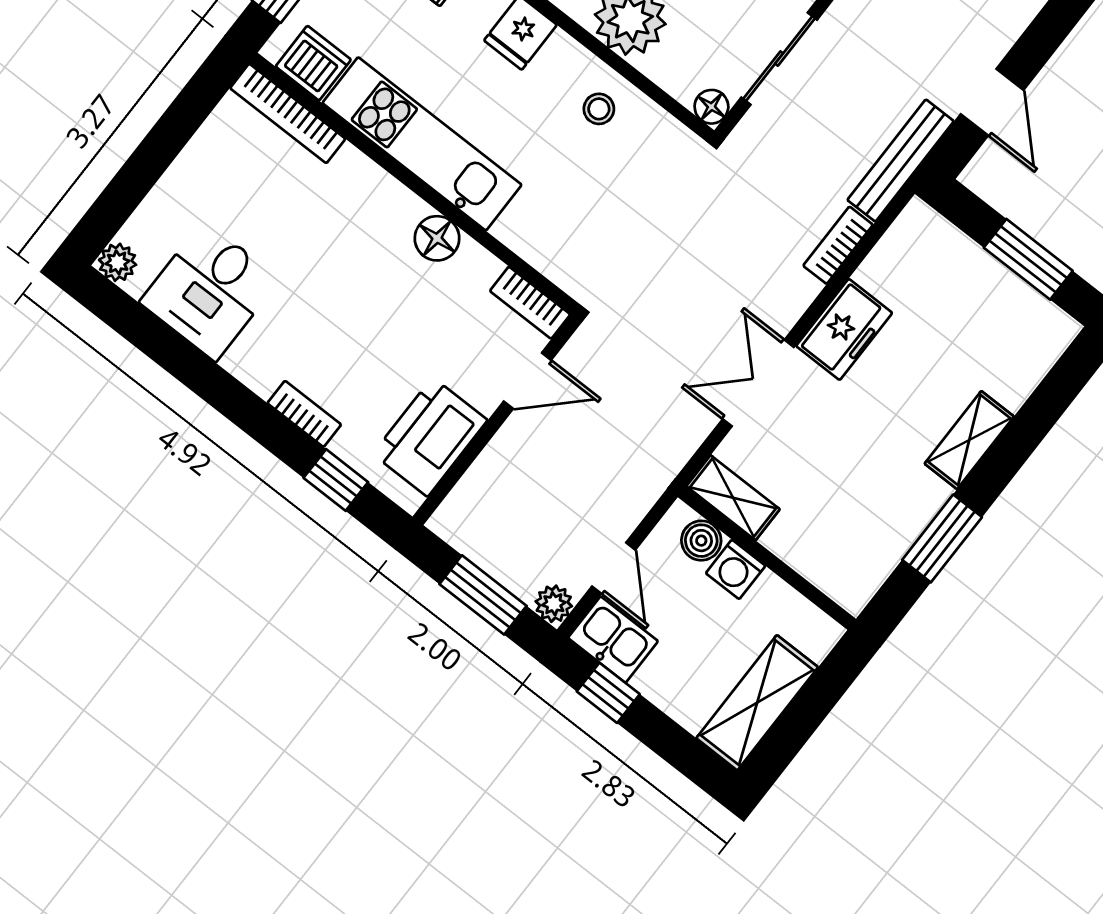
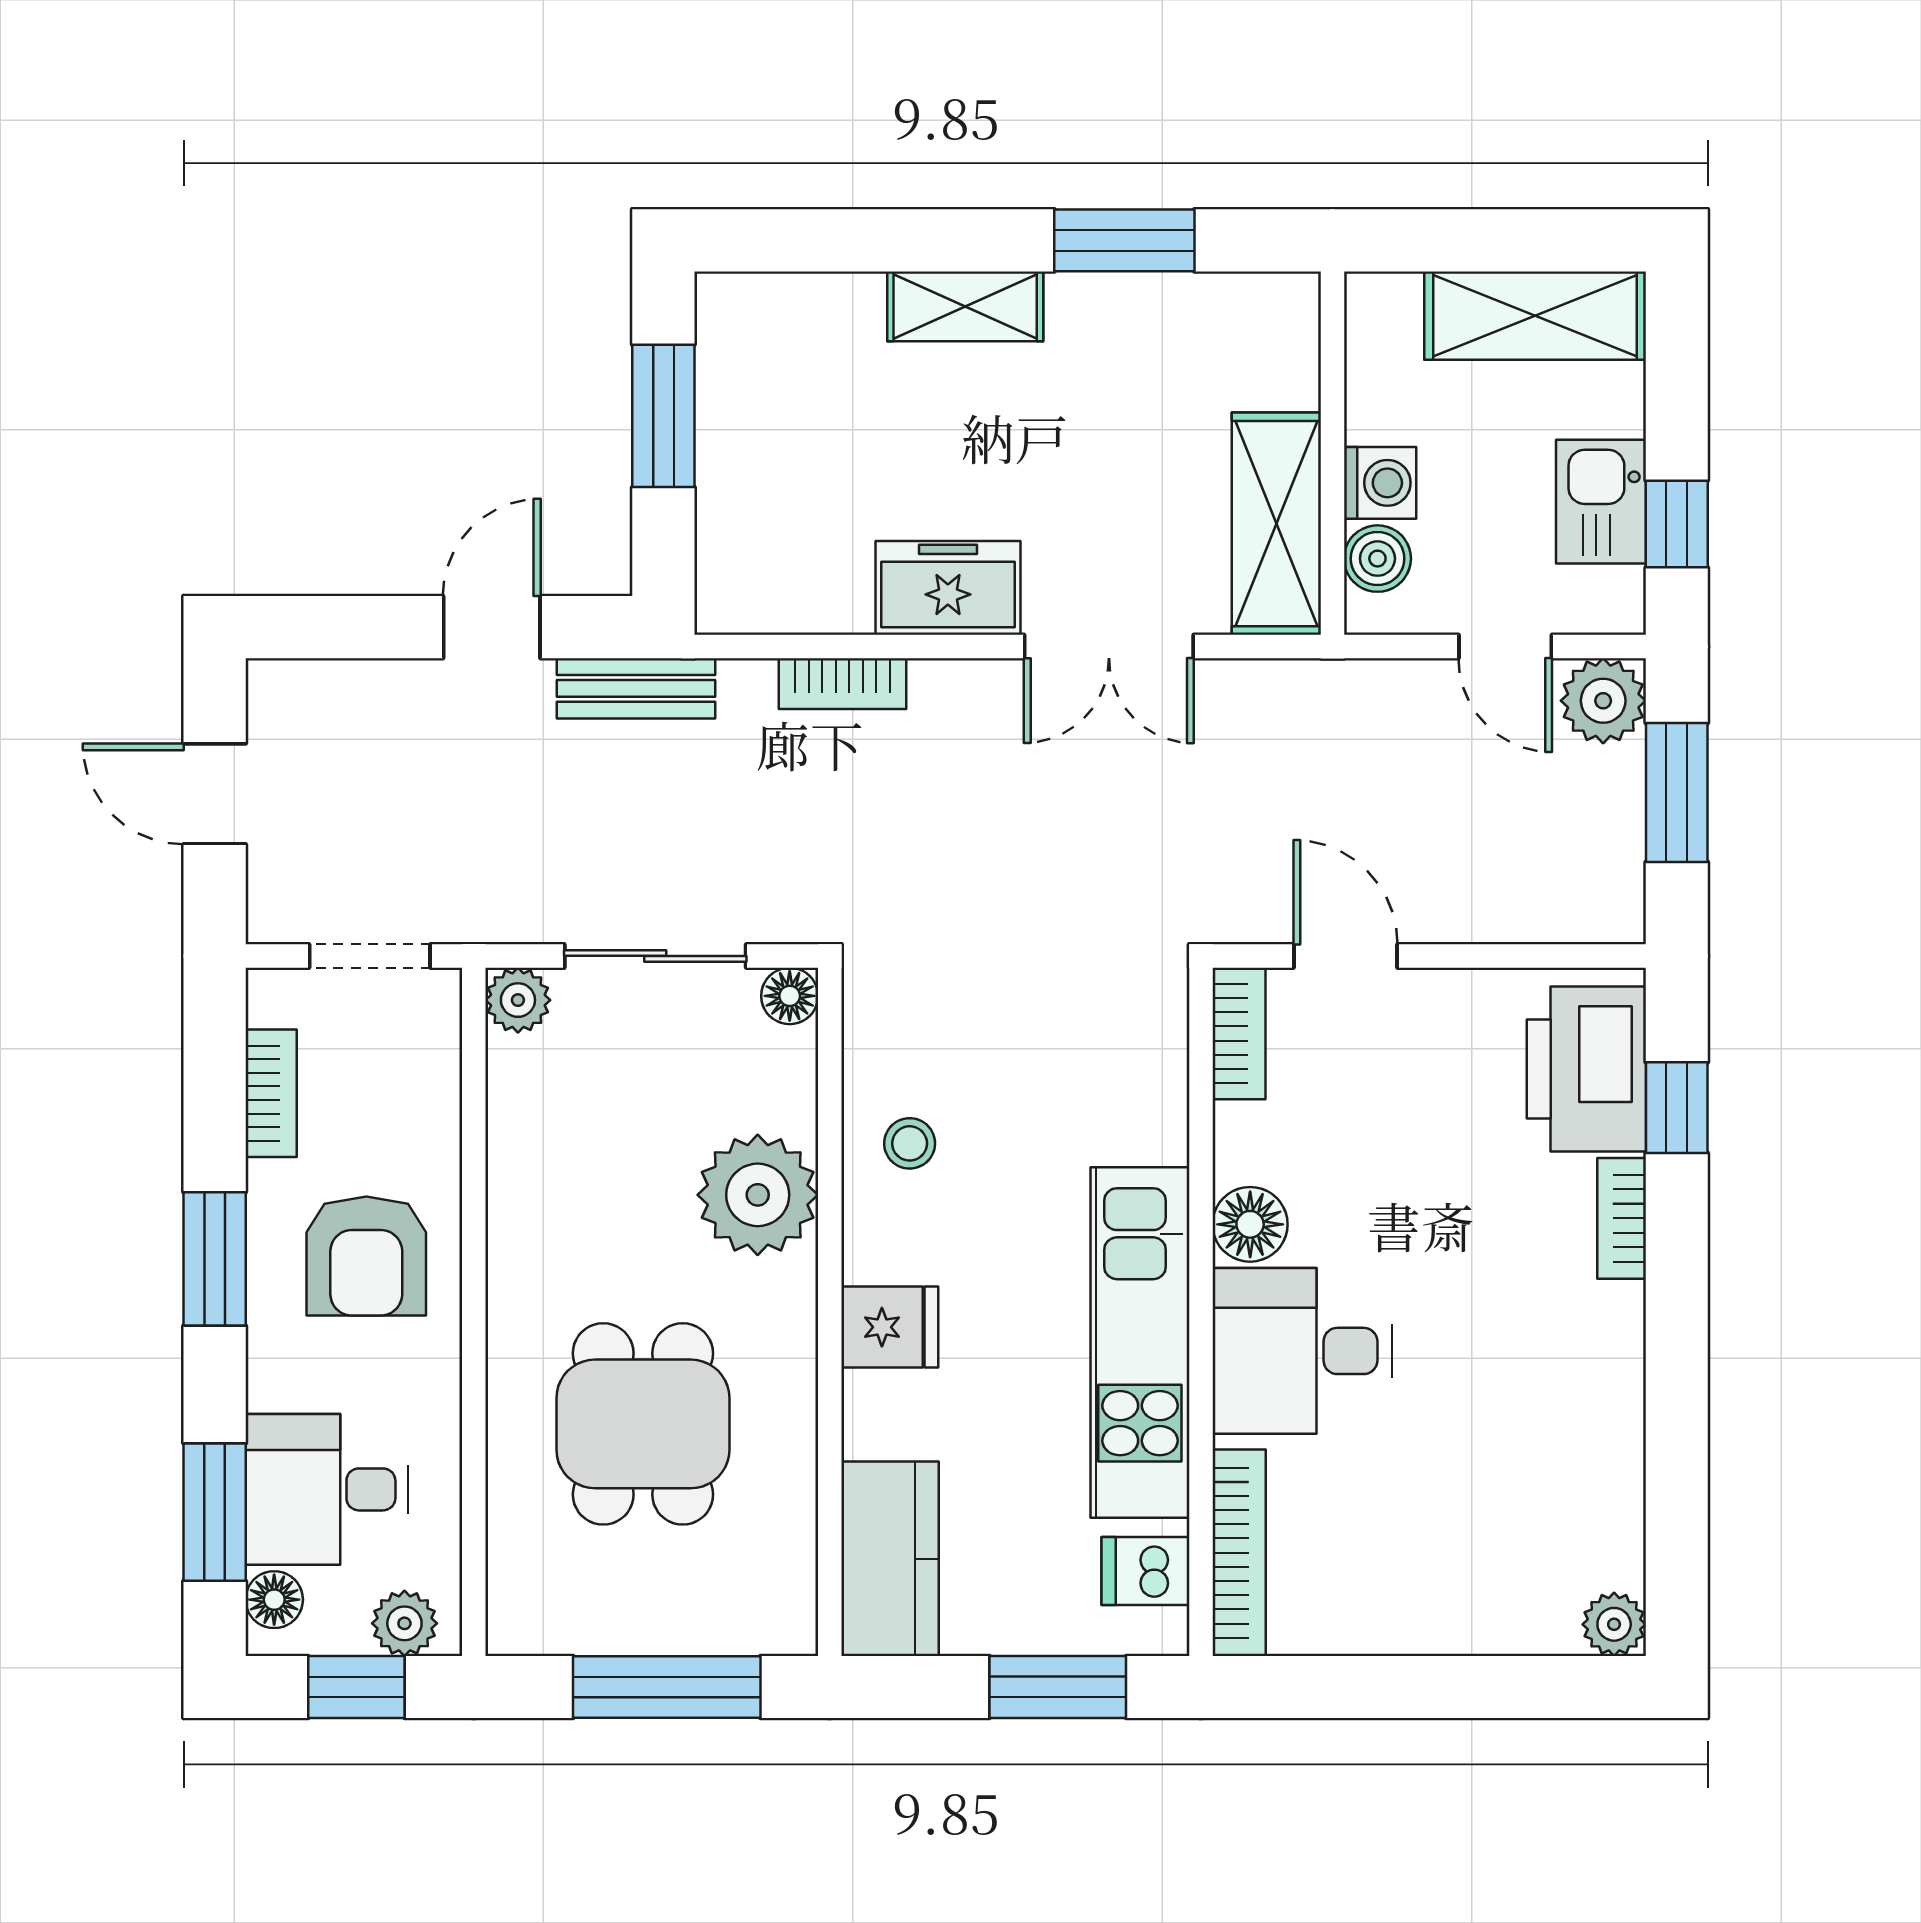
dishwasher: (313, 63) -> (1145, 1571), width x0.73
bench: (901, 161) -> (636, 688), width x0.73
desk: (210, 291) -> (1302, 1351), moved, turned 180
printer: (430, 437) -> (1586, 1069), moved, turned 90
shelving: (733, 498) -> (1276, 524), width x1.50, depth x1.33
door: (614, 568) -> (1505, 647), swing flipped
plant: (554, 604) -> (1603, 701), width x1.38, depth x1.38
kitchen sink: (613, 640) -> (1601, 502), moved

